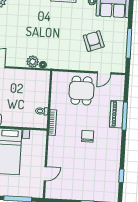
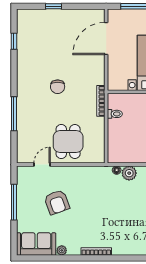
piano: (117, 114) -> (24, 115), removed
door: (45, 174) -> (106, 39), width x1.88

